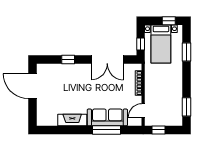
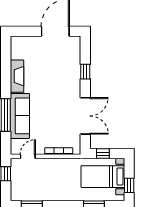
double door: (107, 60) -> (85, 116), swing flipped
door: (143, 111) -> (28, 156), hinge flipped

